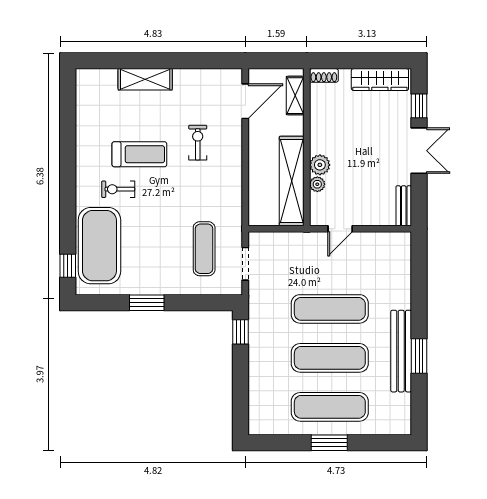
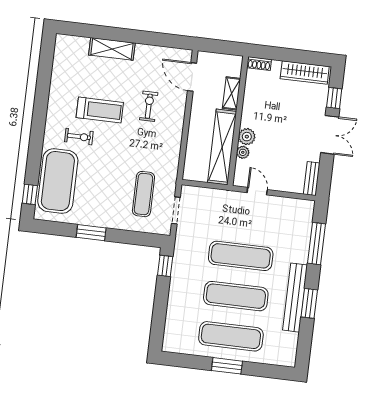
shelving: (295, 96) -> (231, 93), moved
door: (245, 101) -> (192, 77), swing flipped
exercise bike: (118, 189) -> (79, 137), turned 180
door: (340, 229) -> (257, 191), swing flipped
window: (419, 283) -> (317, 244), added

